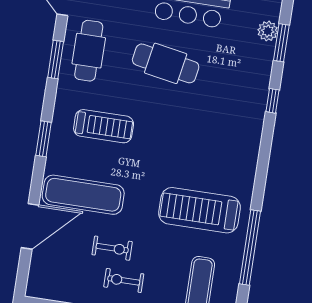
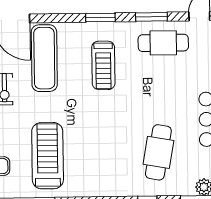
cafe table: (166, 63) -> (158, 152), moved
window: (43, 139) -> (100, 18), moved

